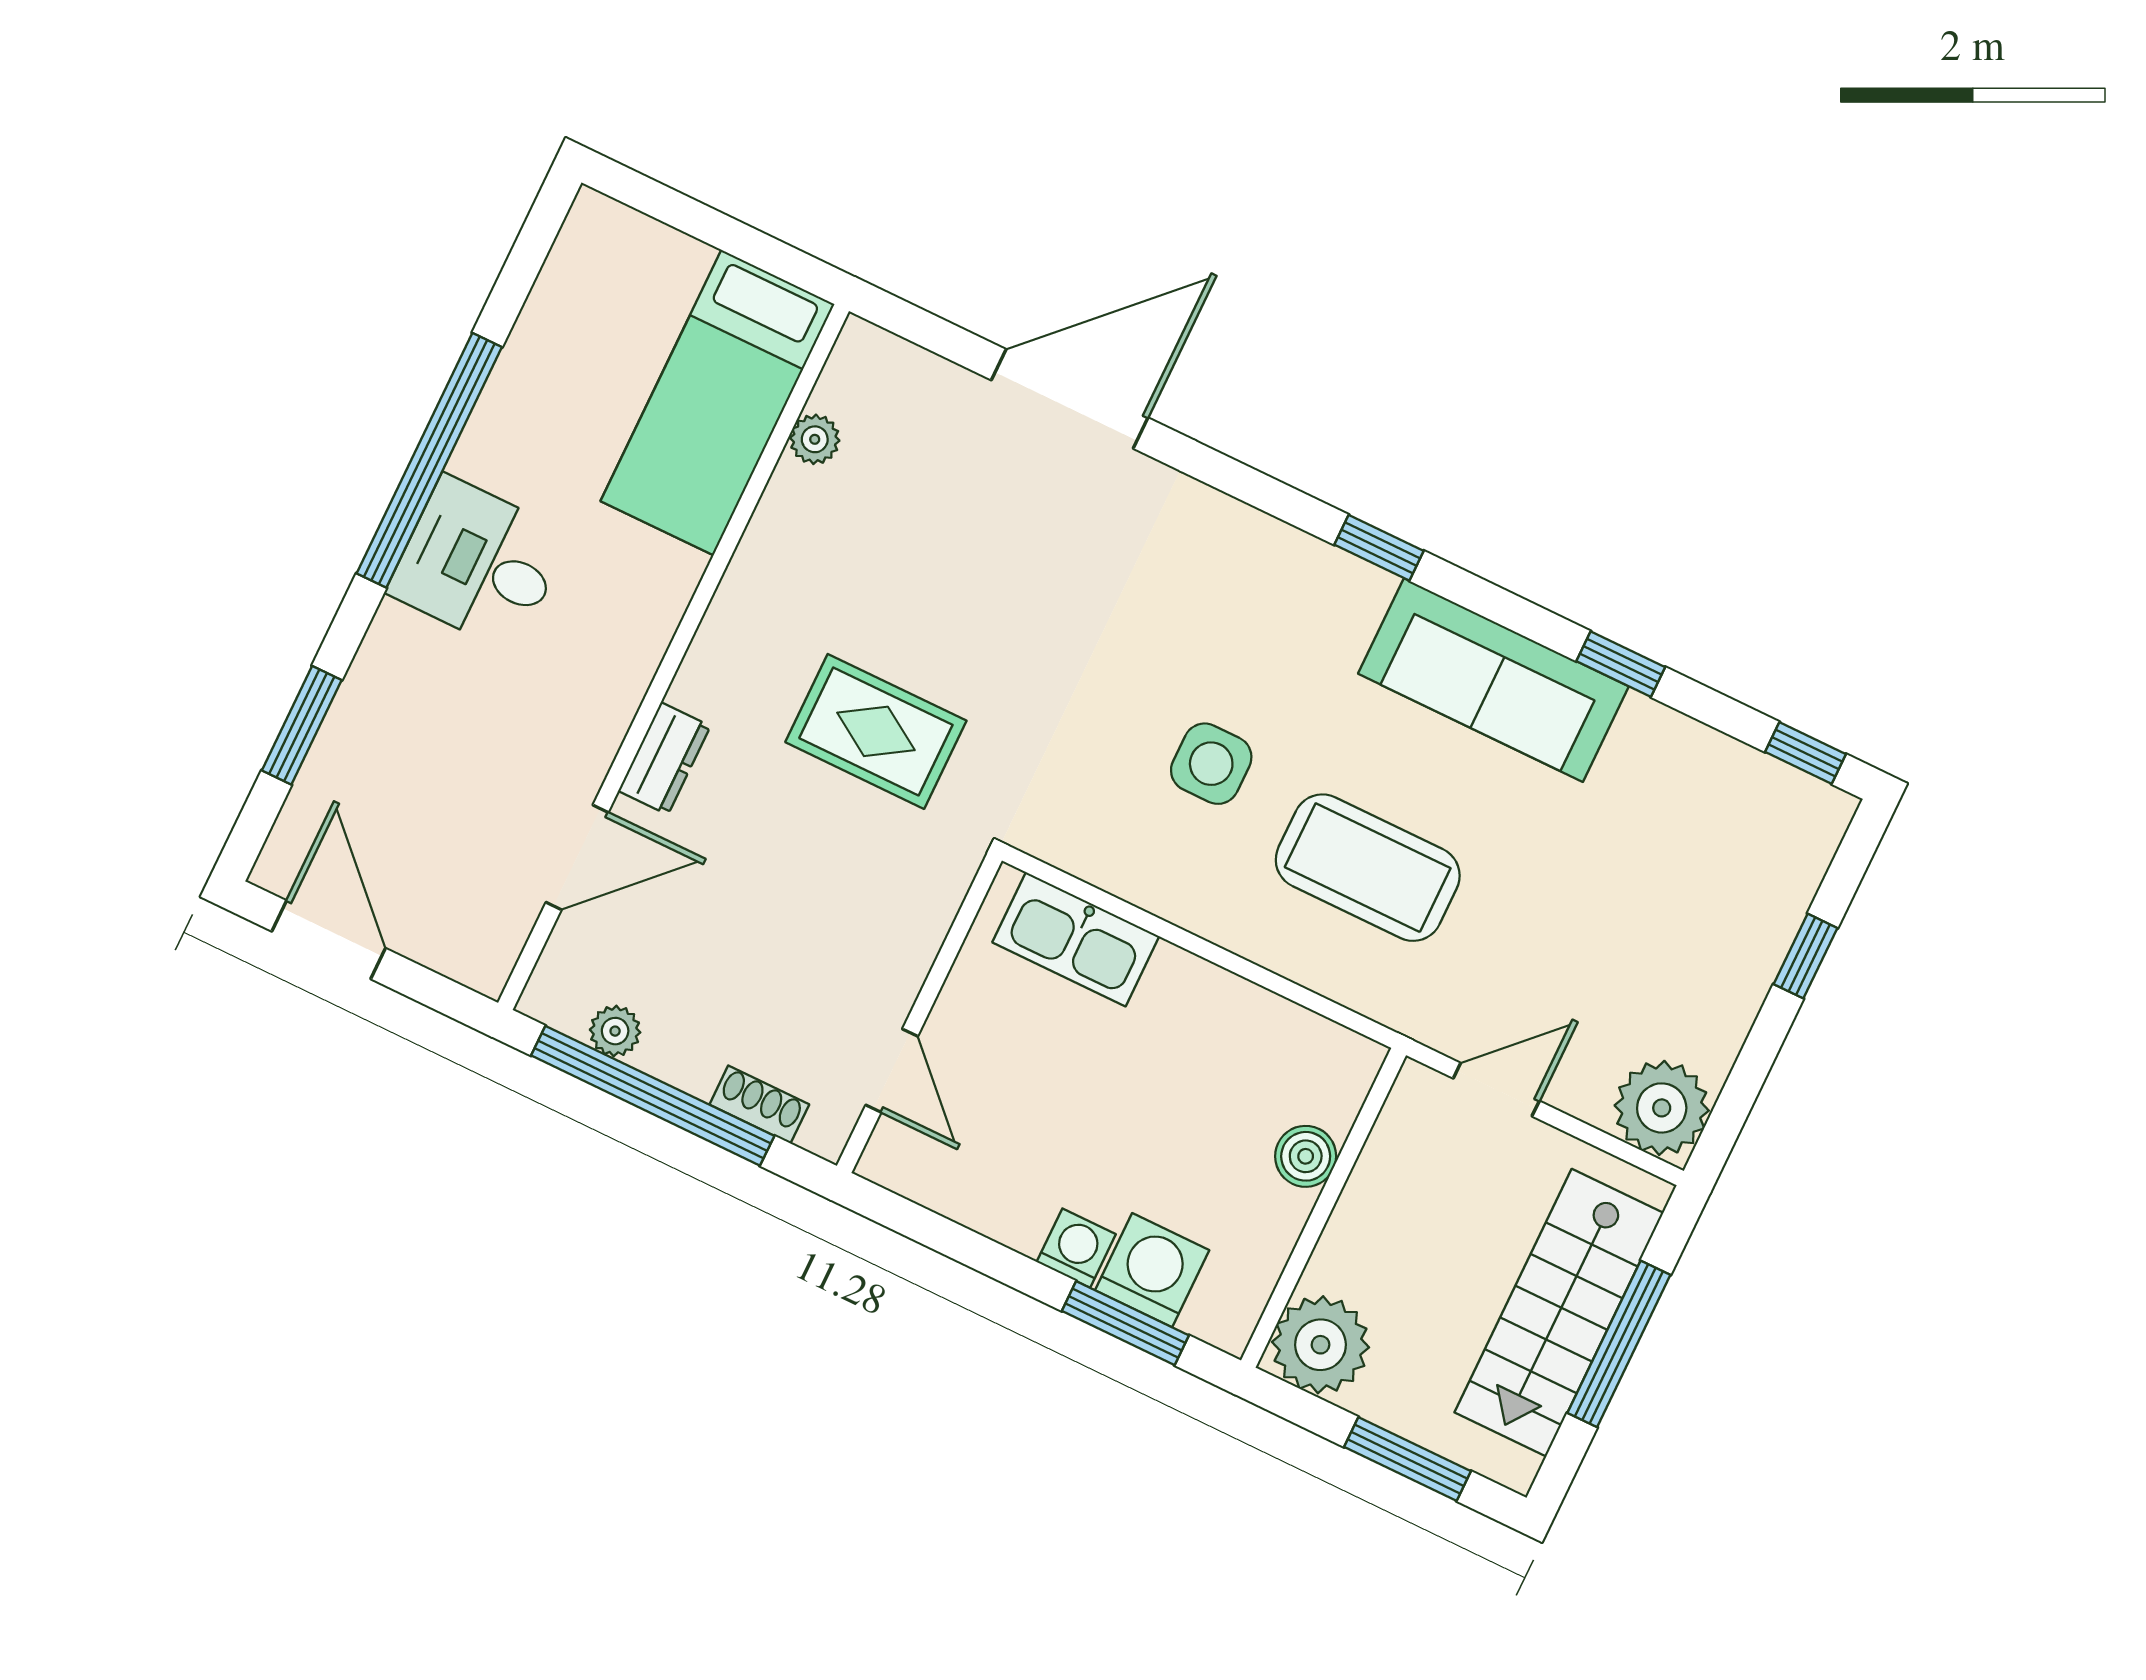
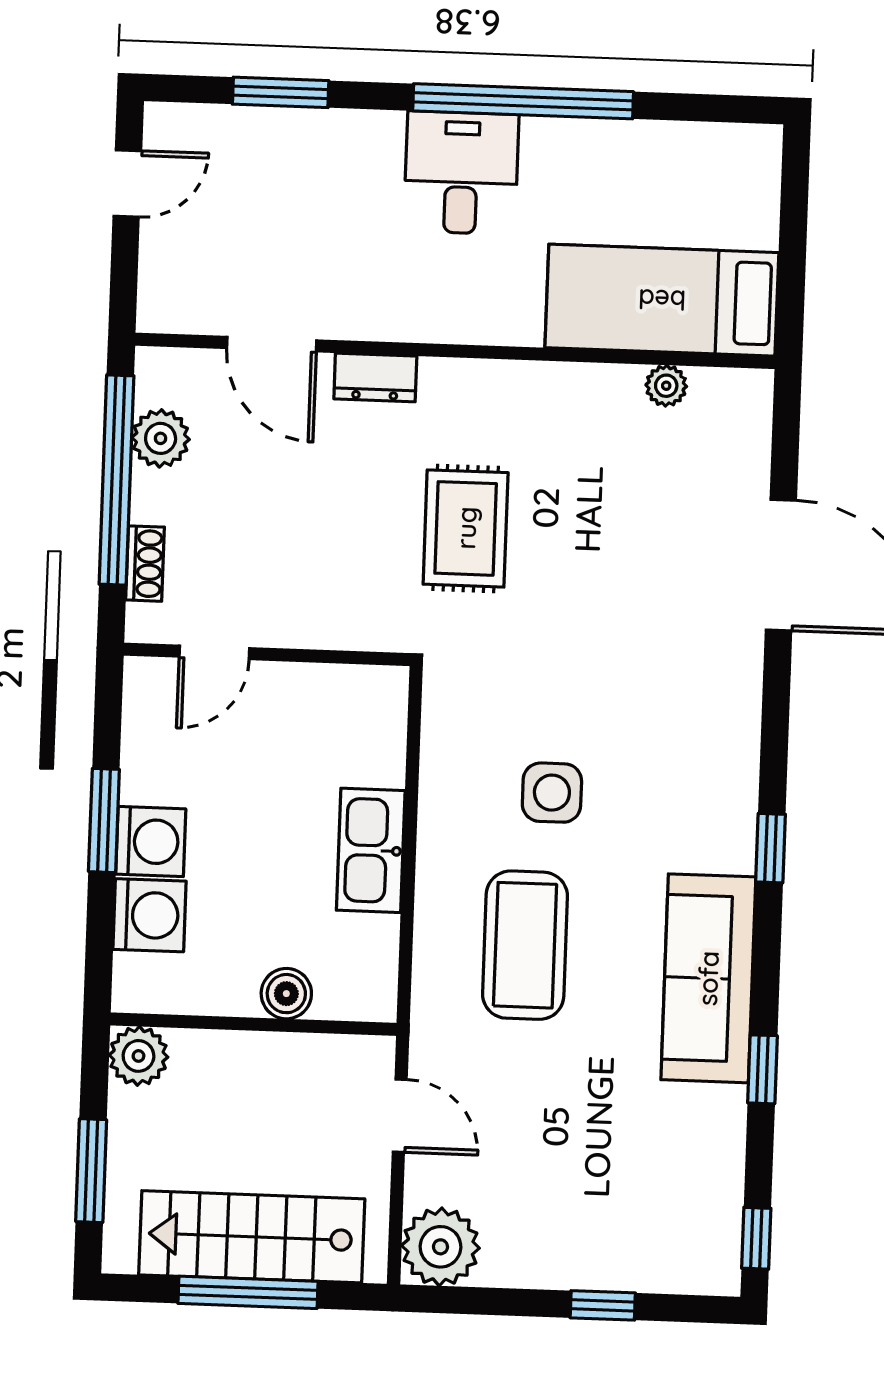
kitchen sink: (1076, 939) -> (371, 850), moved
door: (329, 940) -> (127, 184), width x0.73
plant: (615, 1031) -> (161, 438), width x1.38, depth x1.38
washing machine: (1076, 1248) -> (151, 842), width x1.38, depth x1.38
window: (1125, 1323) -> (104, 820), moved
plant: (1321, 1345) -> (138, 1056), width x0.73, depth x0.73

